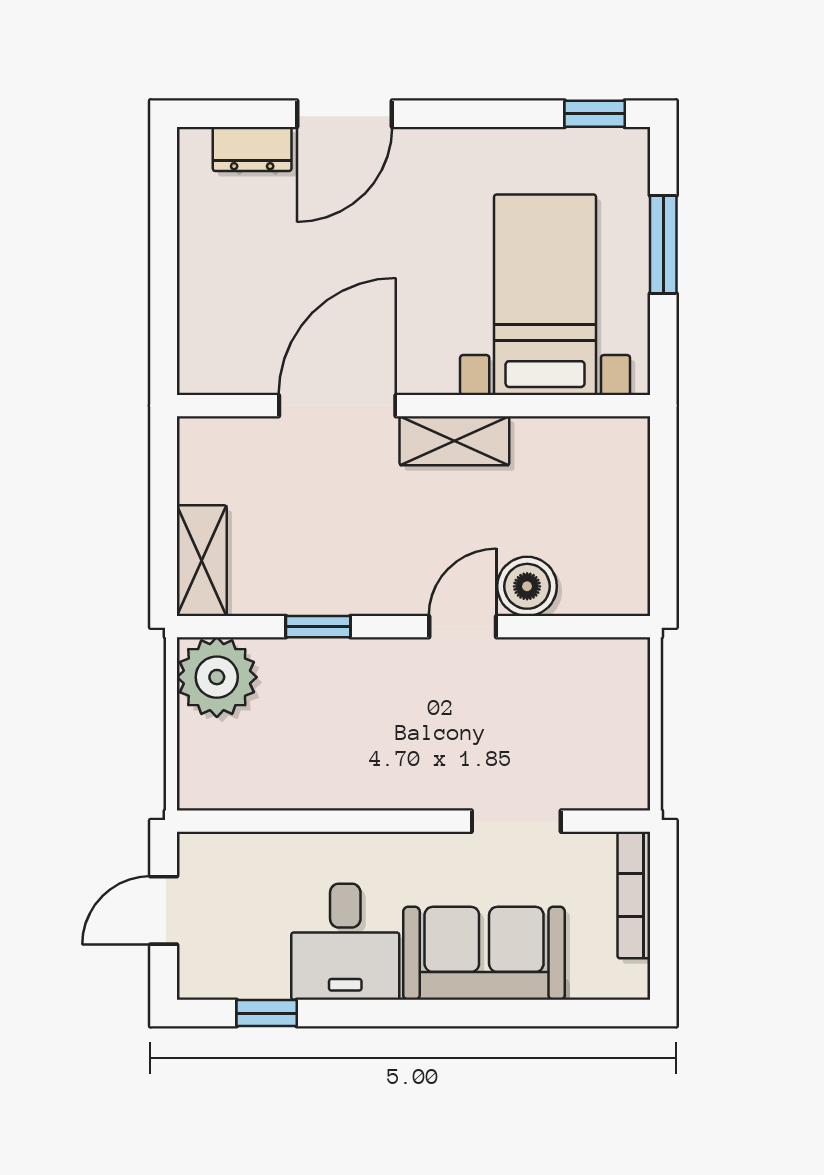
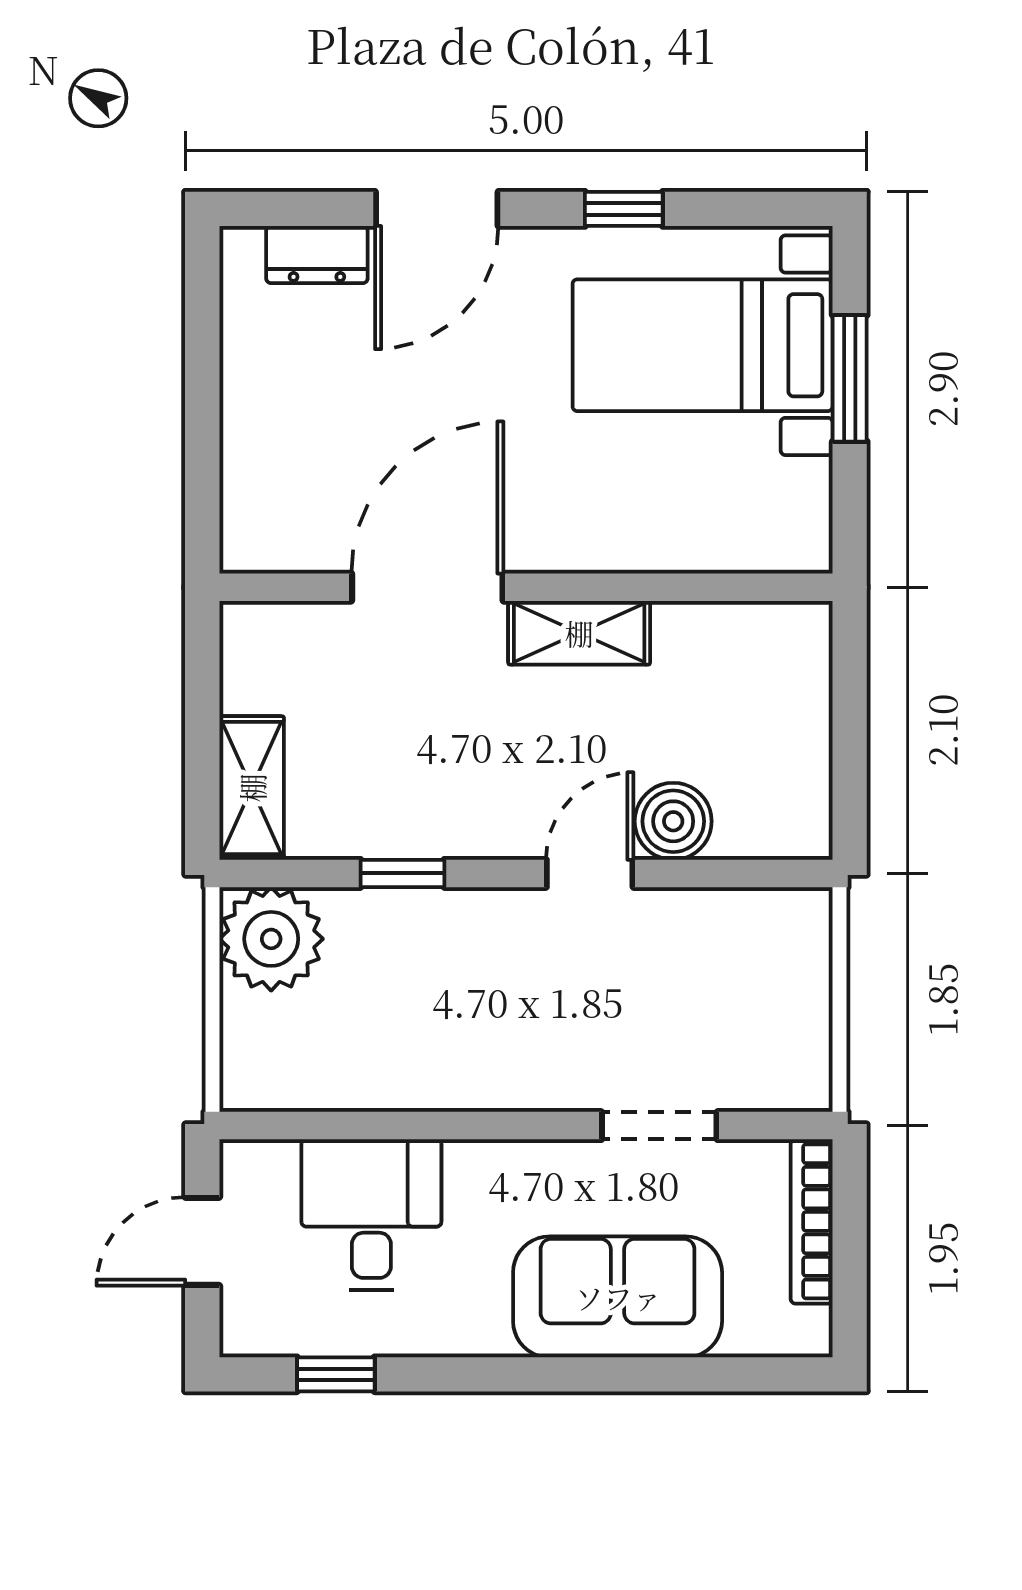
window: (595, 114) -> (624, 209), moved
bed with nightstands: (545, 295) -> (703, 345), moved, turned -90
desk: (345, 942) -> (371, 1215), moved, turned 180

